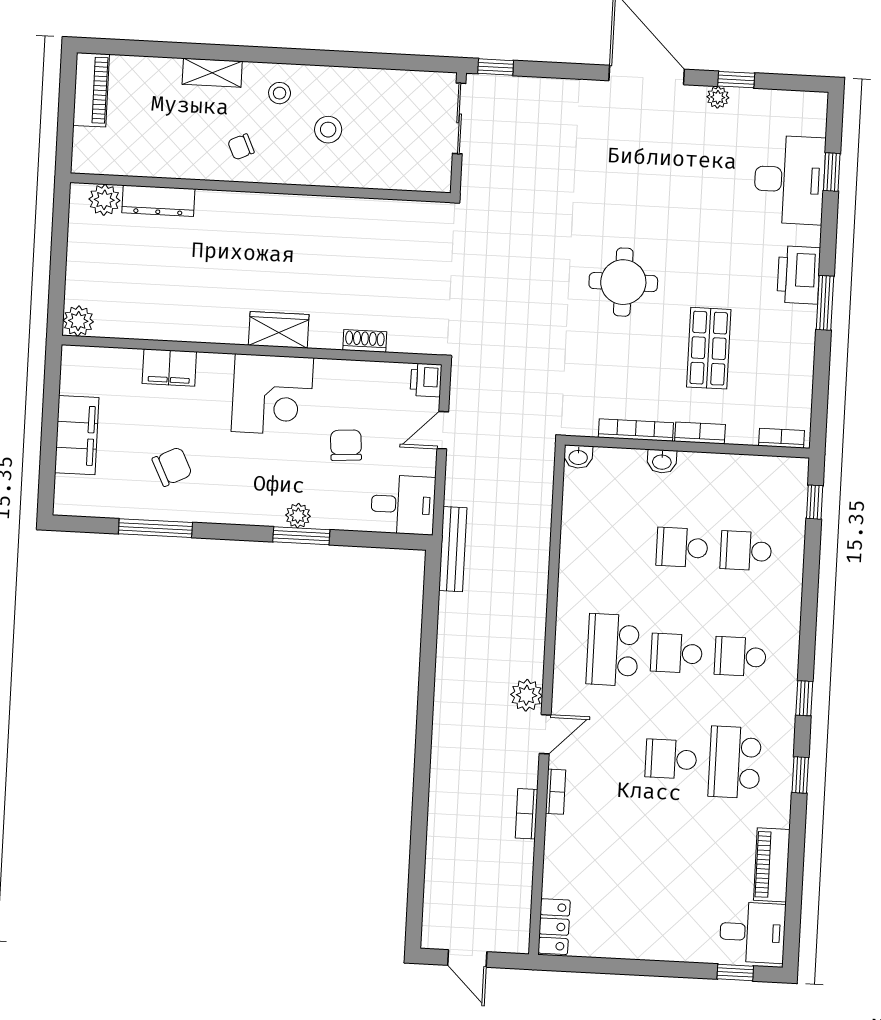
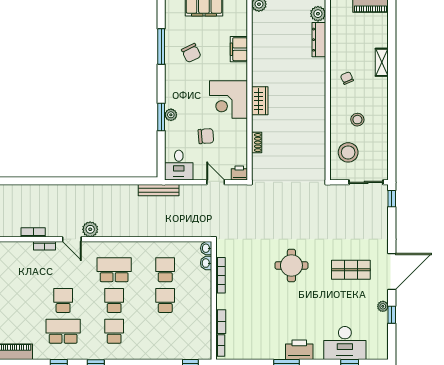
stool: (280, 93) -> (348, 152), moved, width x1.89, depth x1.89
shop shelf: (709, 348) -> (351, 270), moved
bookcase: (700, 433) -> (221, 322), moved
washbasin: (662, 461) -> (206, 263), moved
school desk: (746, 551) -> (165, 270), moved

